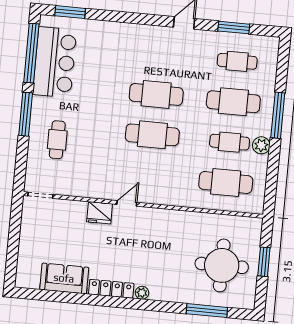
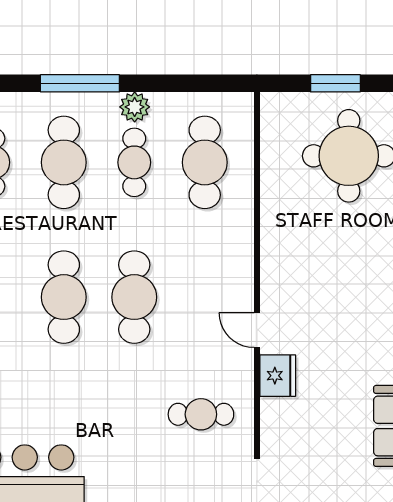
cafe table: (57, 140) -> (201, 414), moved

